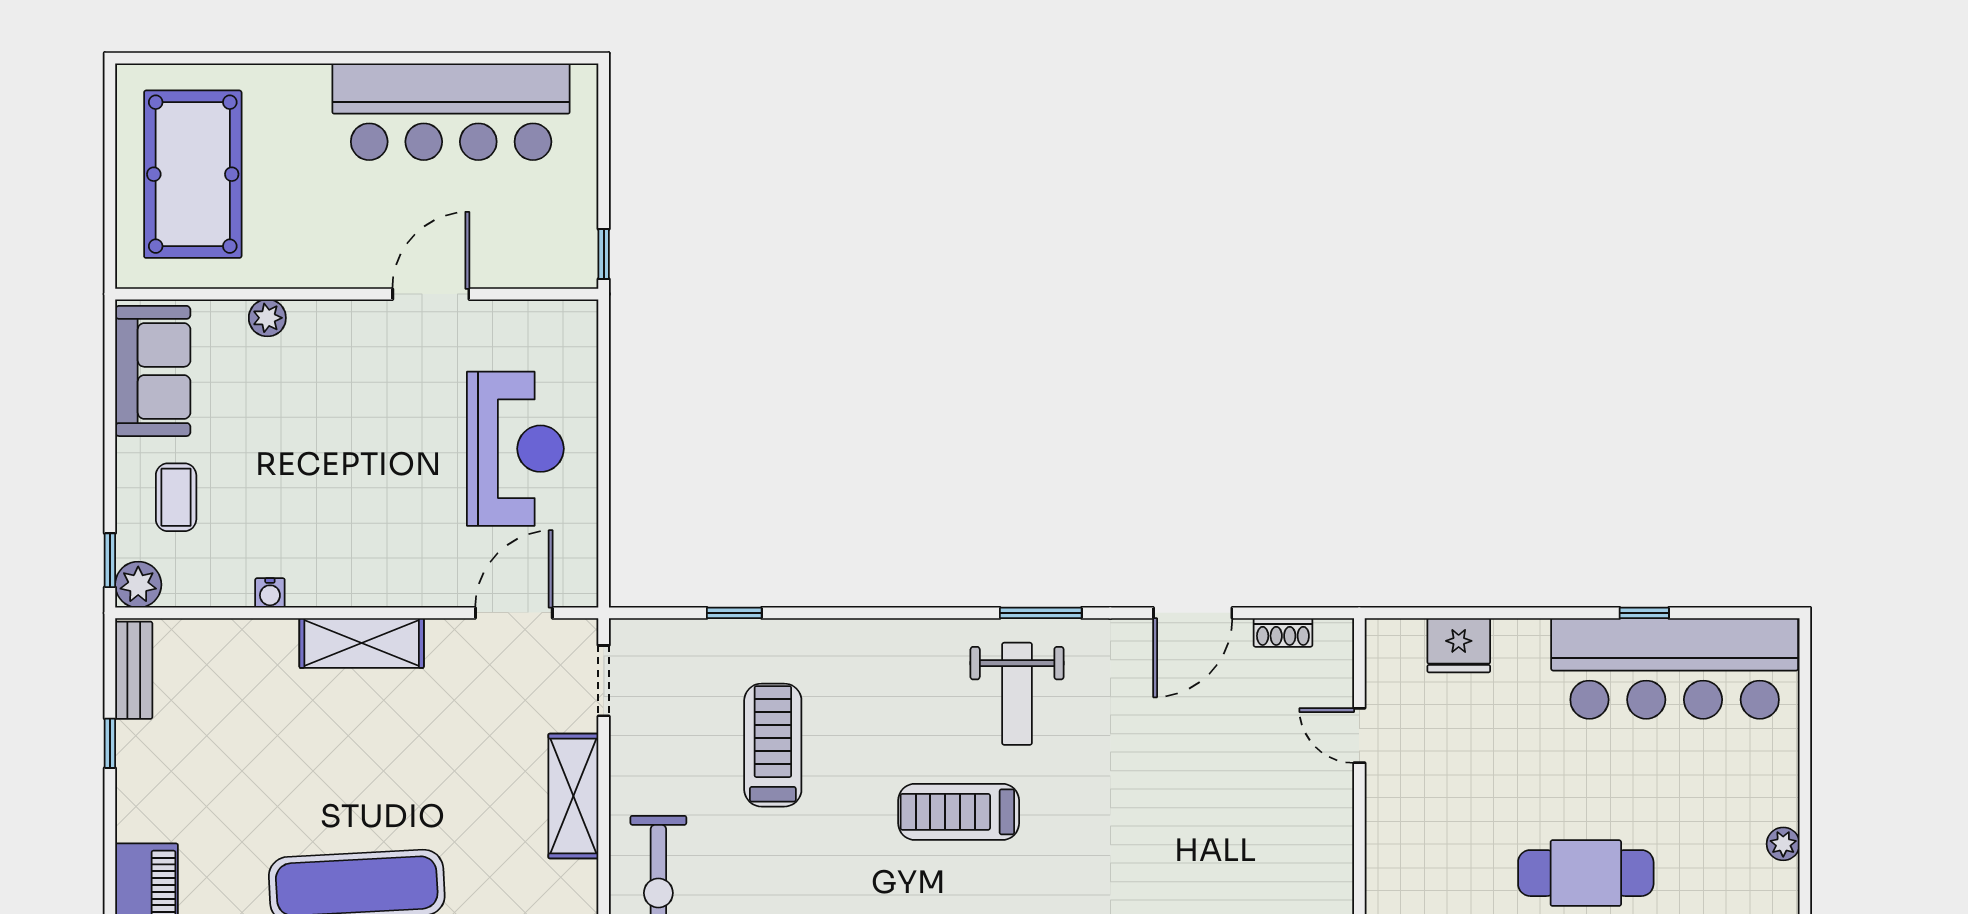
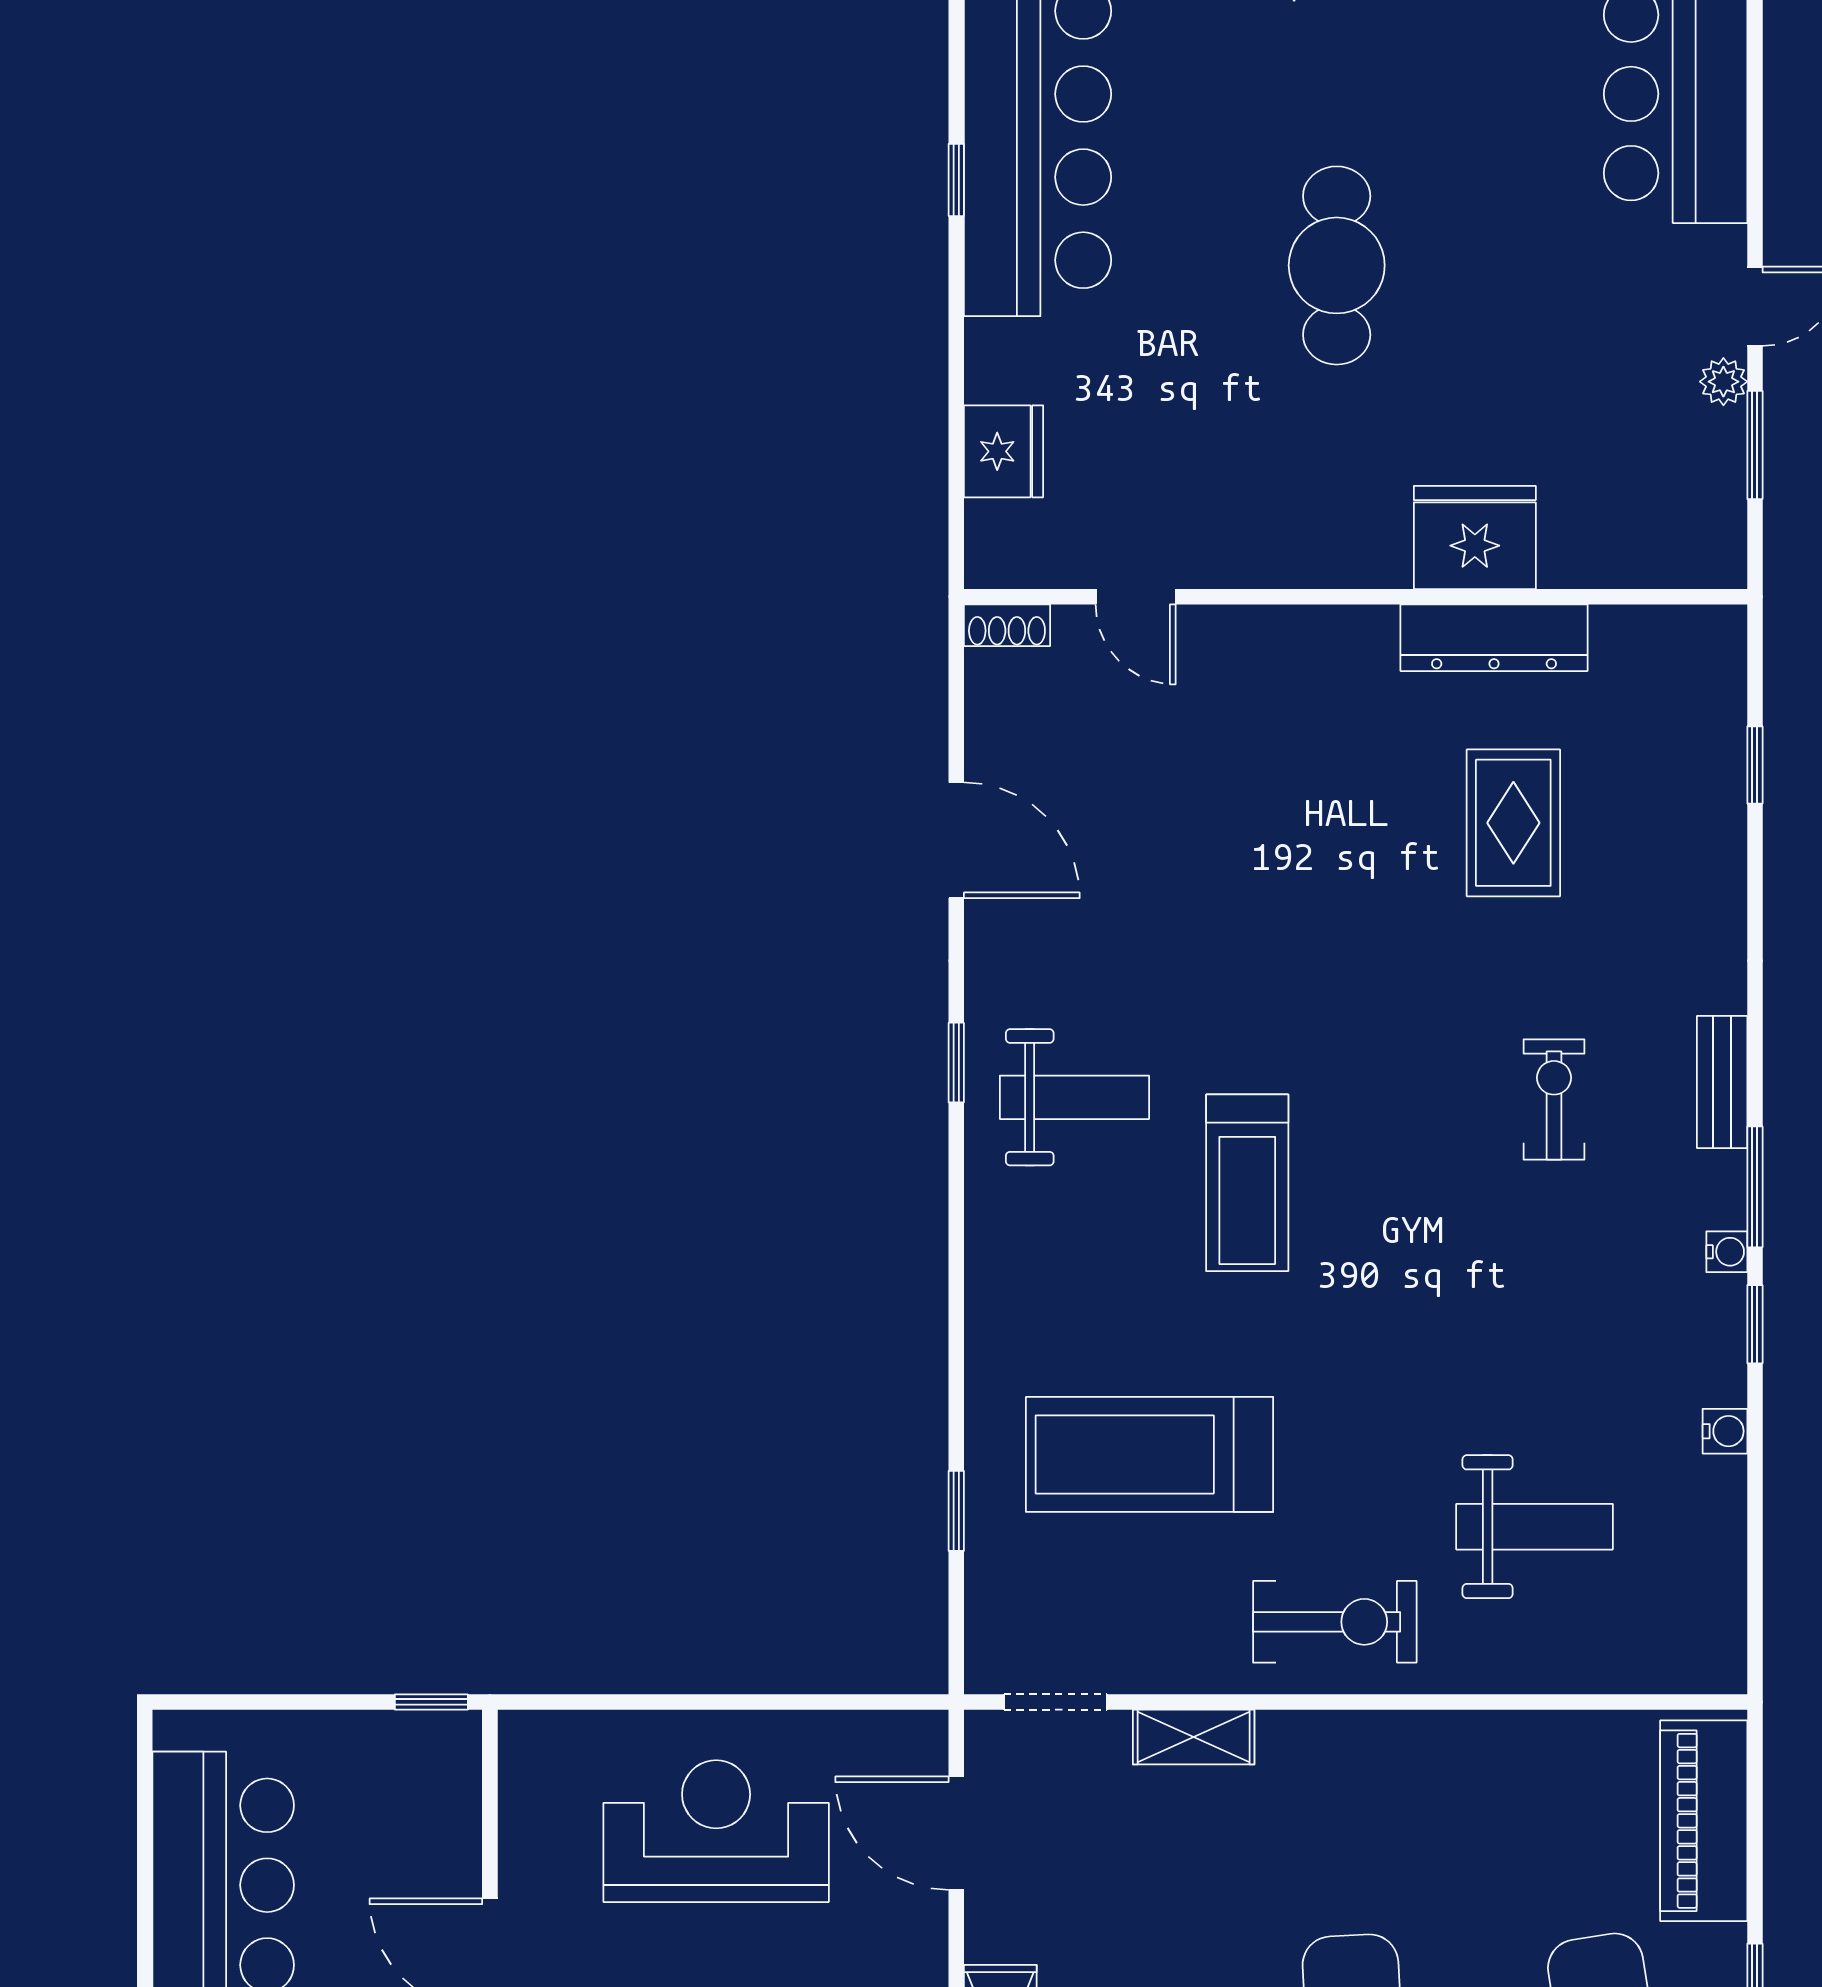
window: (1041, 613) -> (956, 1063), width x0.67
shoe rack: (1283, 632) -> (1007, 625), moved, turned 90
door: (1359, 736) -> (1136, 597), hinge flipped
treadmill: (773, 745) -> (1150, 1454), width x1.37, depth x1.38
shelving: (573, 796) -> (1194, 1737), width x0.67, depth x0.75

